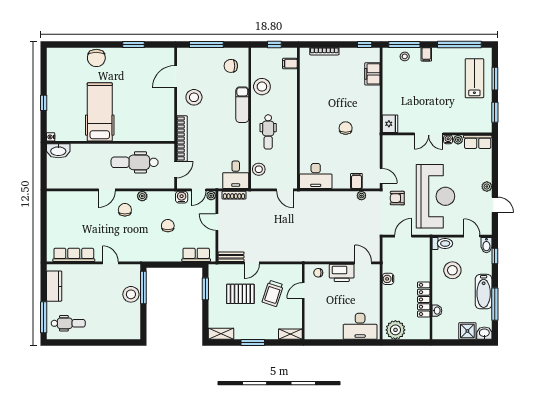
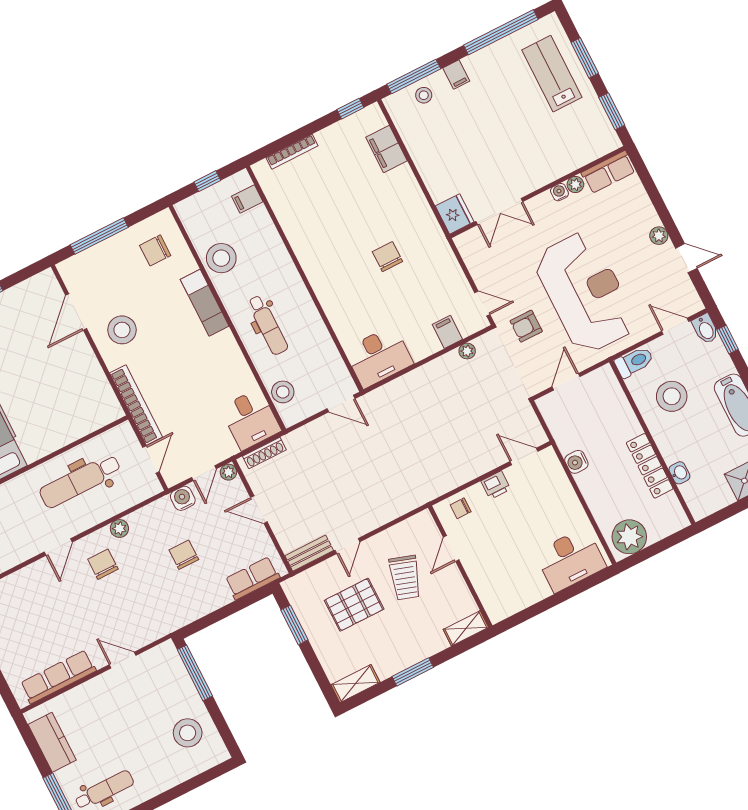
double door: (429, 134) -> (499, 212), moved
printer: (342, 273) -> (496, 485), width x0.53, depth x0.68
stool: (131, 294) -> (188, 733), moved

